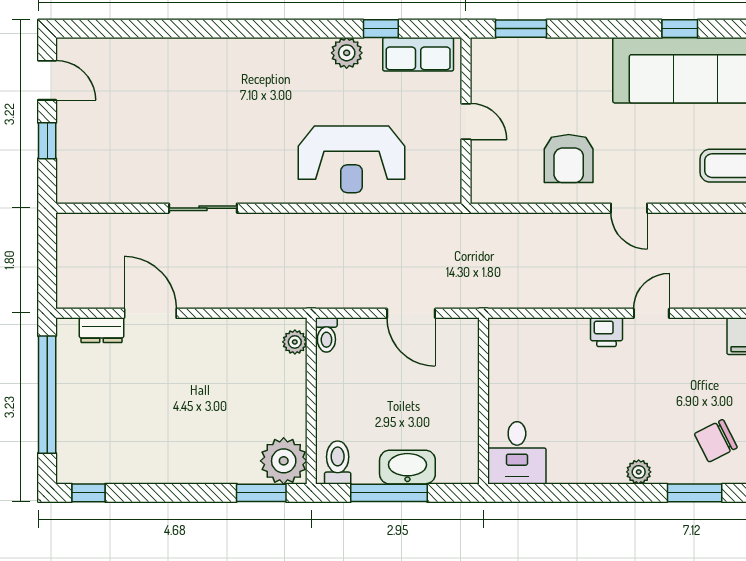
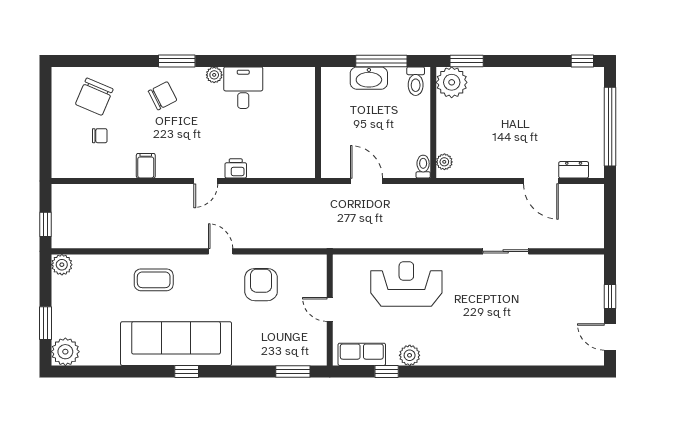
desk: (517, 453) -> (243, 88), moved

